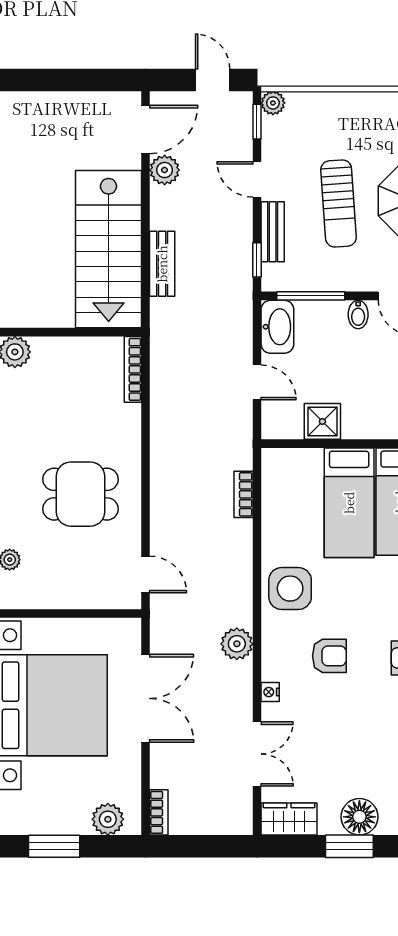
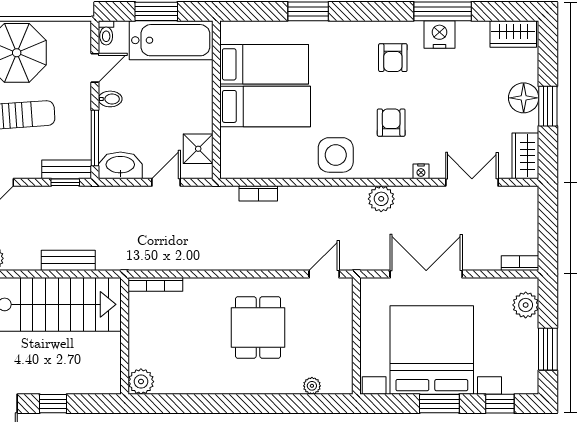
bench: (273, 232) -> (67, 169), moved
shower: (322, 421) -> (198, 149), moved

